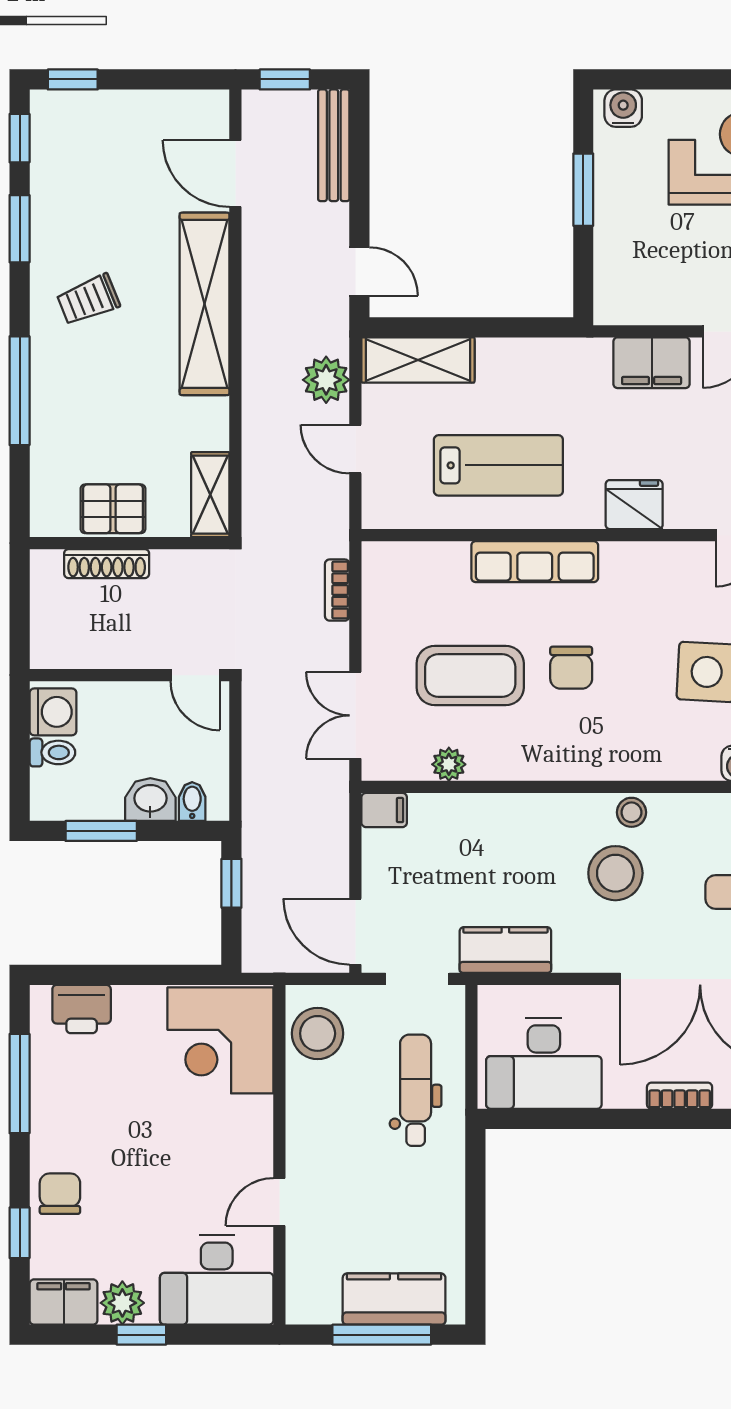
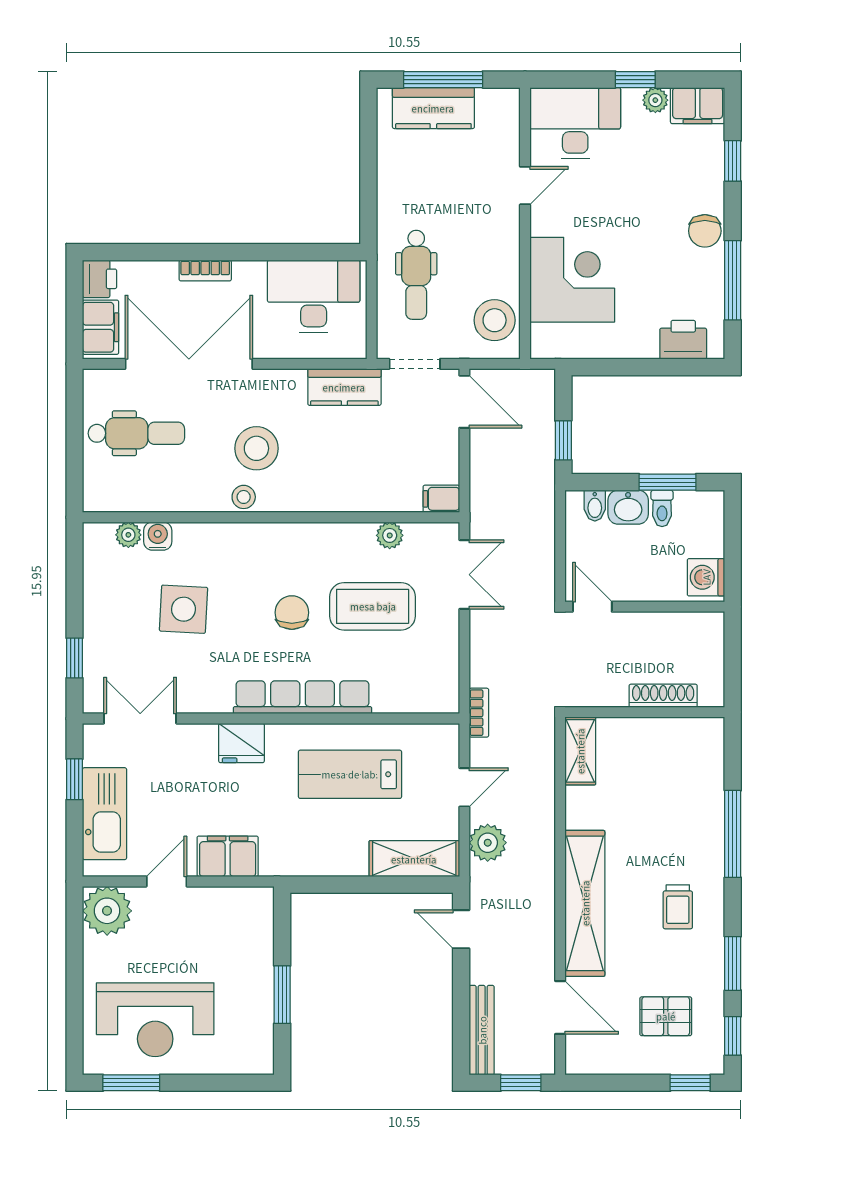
water cooler: (623, 108) -> (250, 1060), removed
trolley: (88, 300) -> (678, 907), turned 112
door: (355, 449) -> (464, 787), hinge flipped
pallet: (113, 509) -> (666, 1016), moved
row of seats: (535, 562) -> (303, 697), width x1.36
bookcase: (337, 590) -> (479, 713), moved
toilet: (52, 752) -> (662, 508), moved, turned -90
corner desk: (220, 1040) -> (572, 280), moved
chair: (60, 1194) -> (705, 231), moved
plant: (122, 1303) -> (655, 100), width x0.73, depth x0.73

